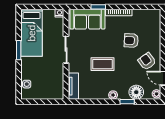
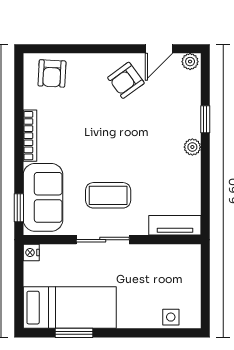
window: (98, 7) -> (19, 208), moved
armchair: (131, 41) -> (52, 73), moved
window: (19, 50) -> (74, 333), moved
coffee table: (102, 64) -> (108, 195), moved, turned 90
floor lamp: (136, 92) -> (187, 101), removed

